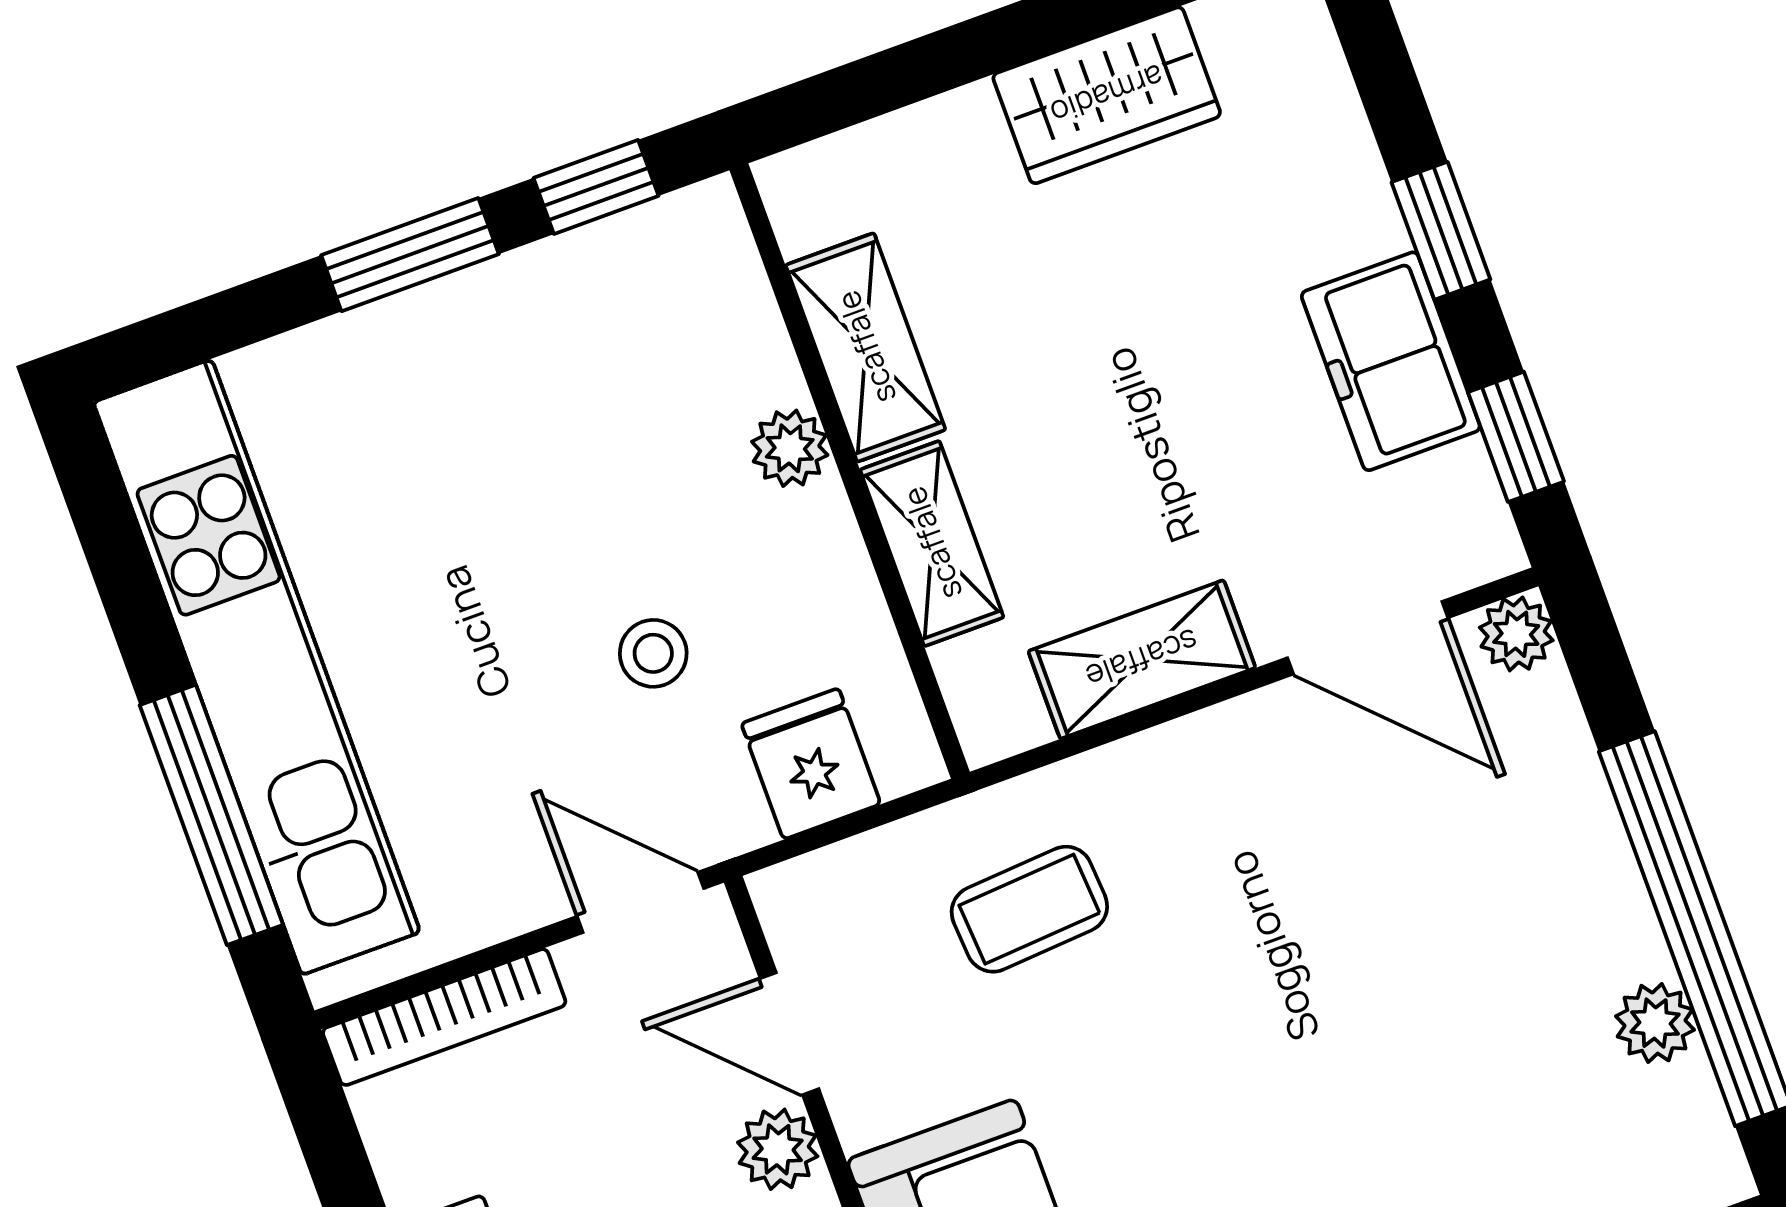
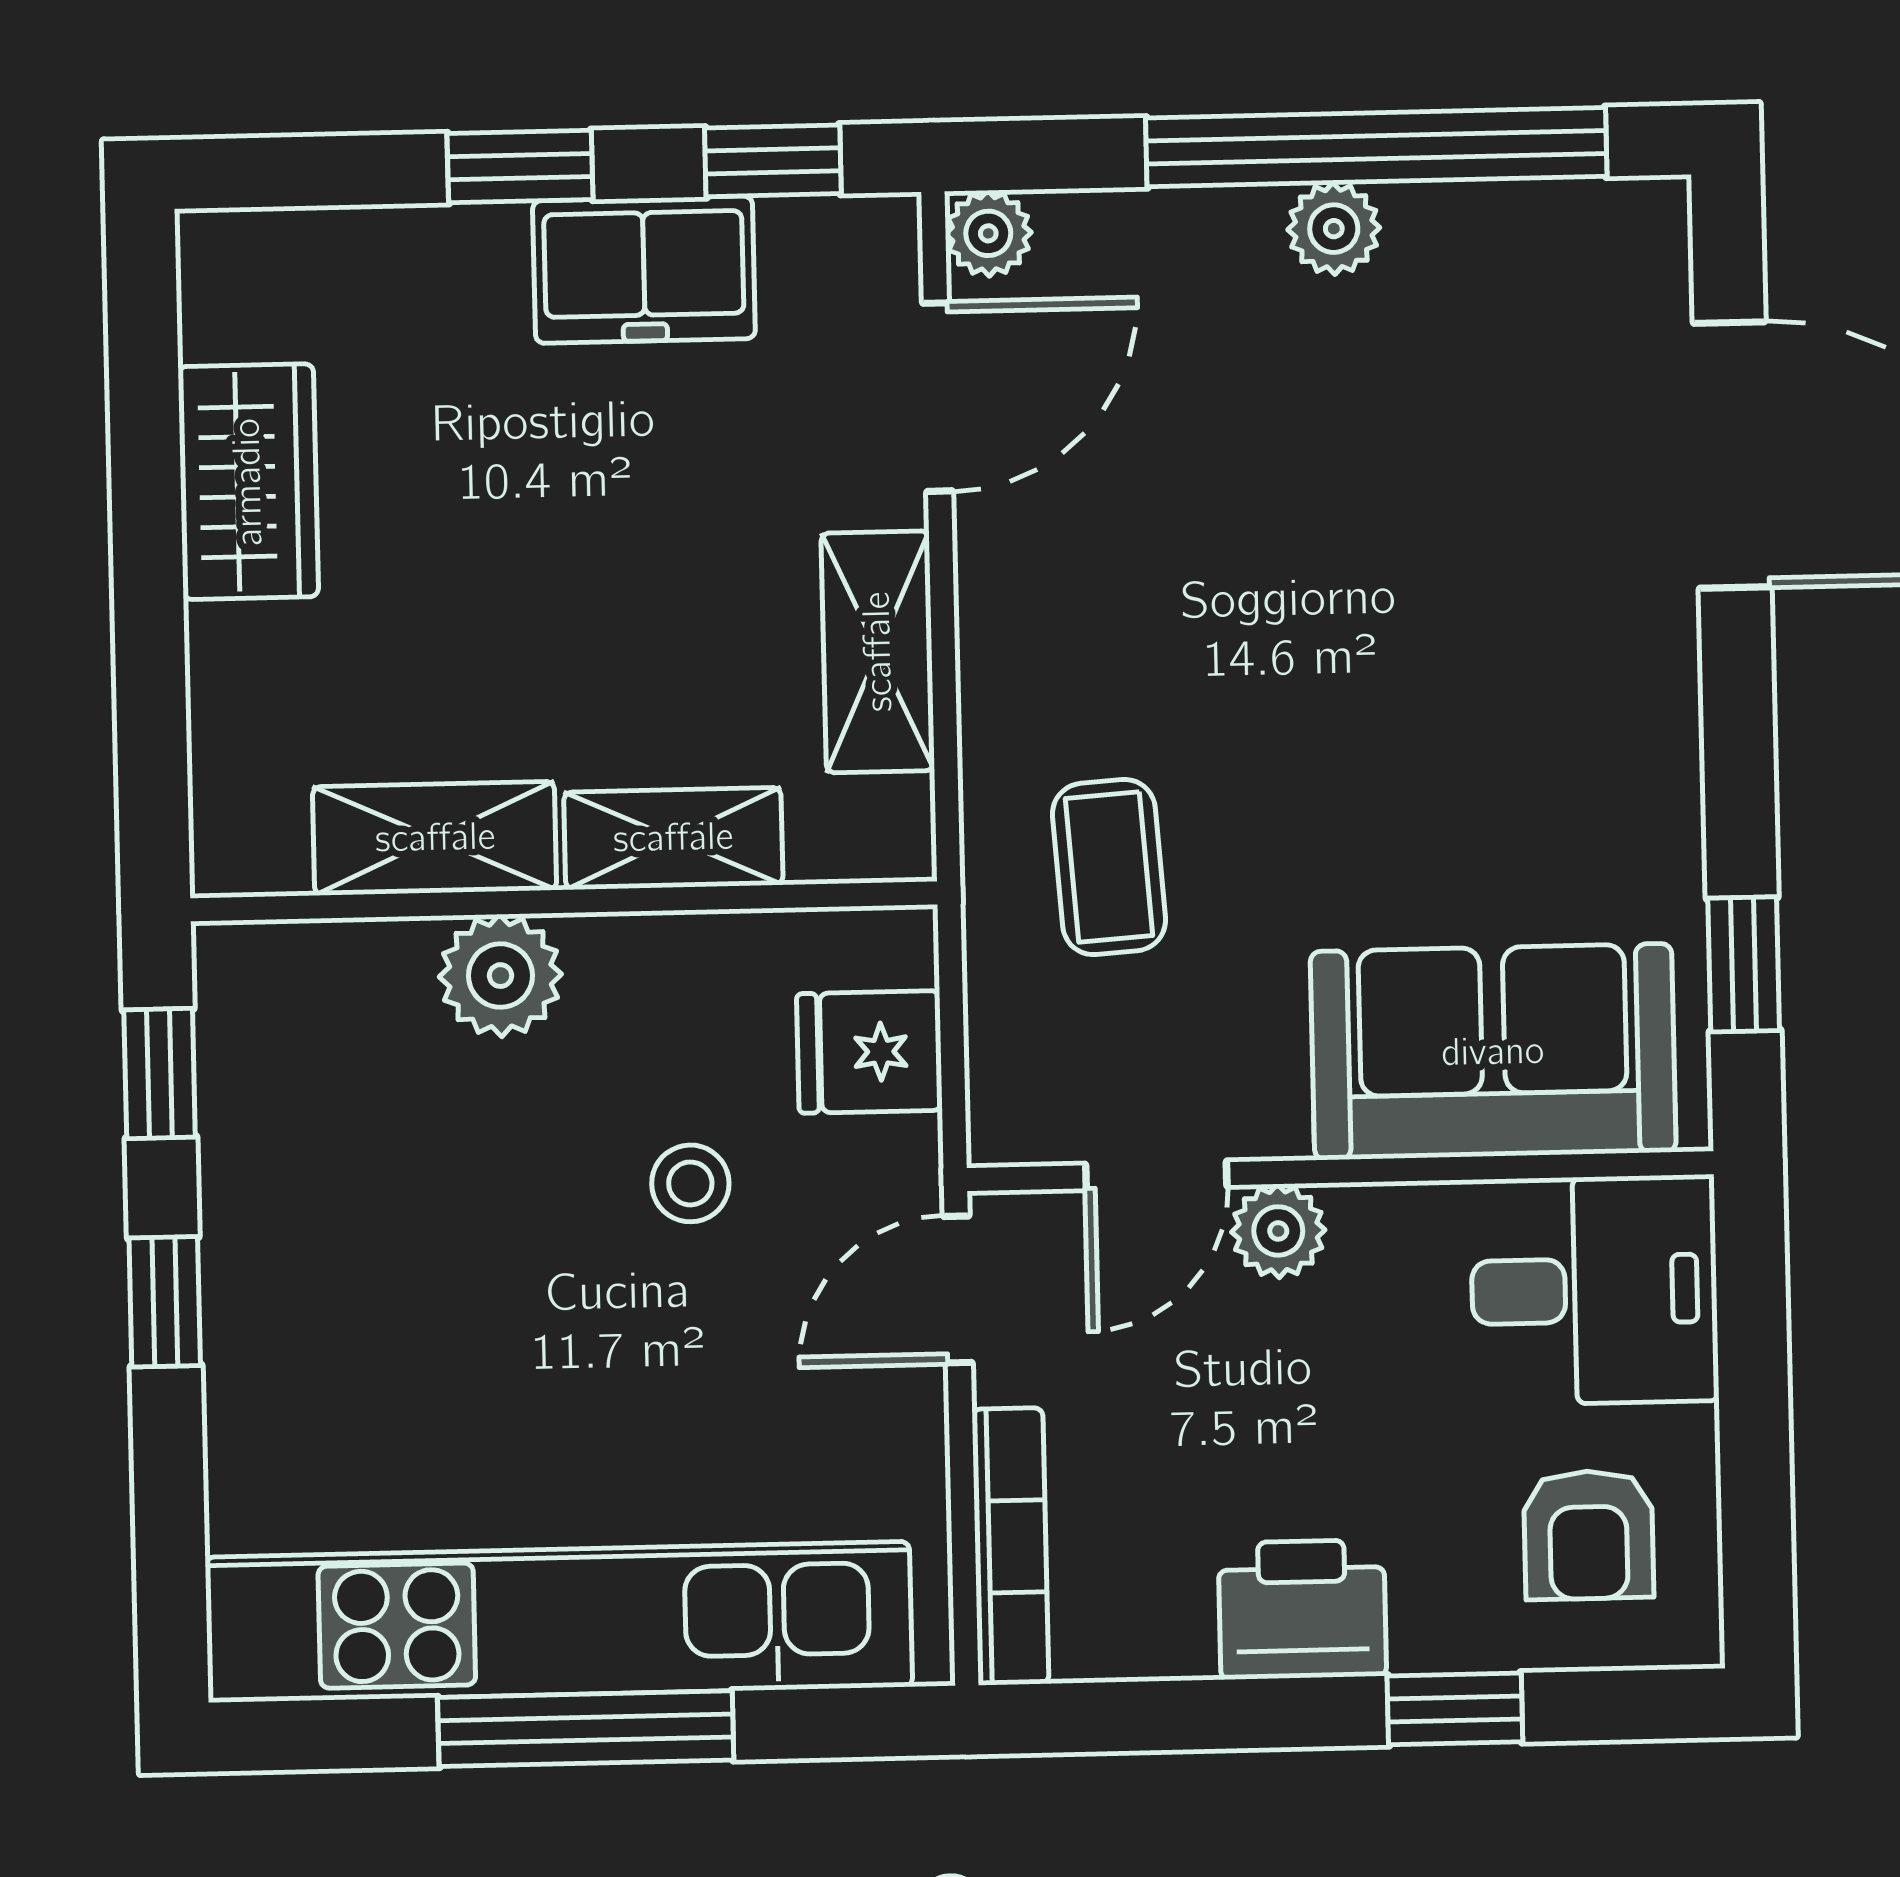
window: (410, 255) -> (165, 1302), width x0.67
plant: (790, 448) -> (500, 976), width x1.38, depth x1.38
window: (211, 815) -> (586, 1729), moved
plant: (1655, 1023) -> (1334, 229), moved

